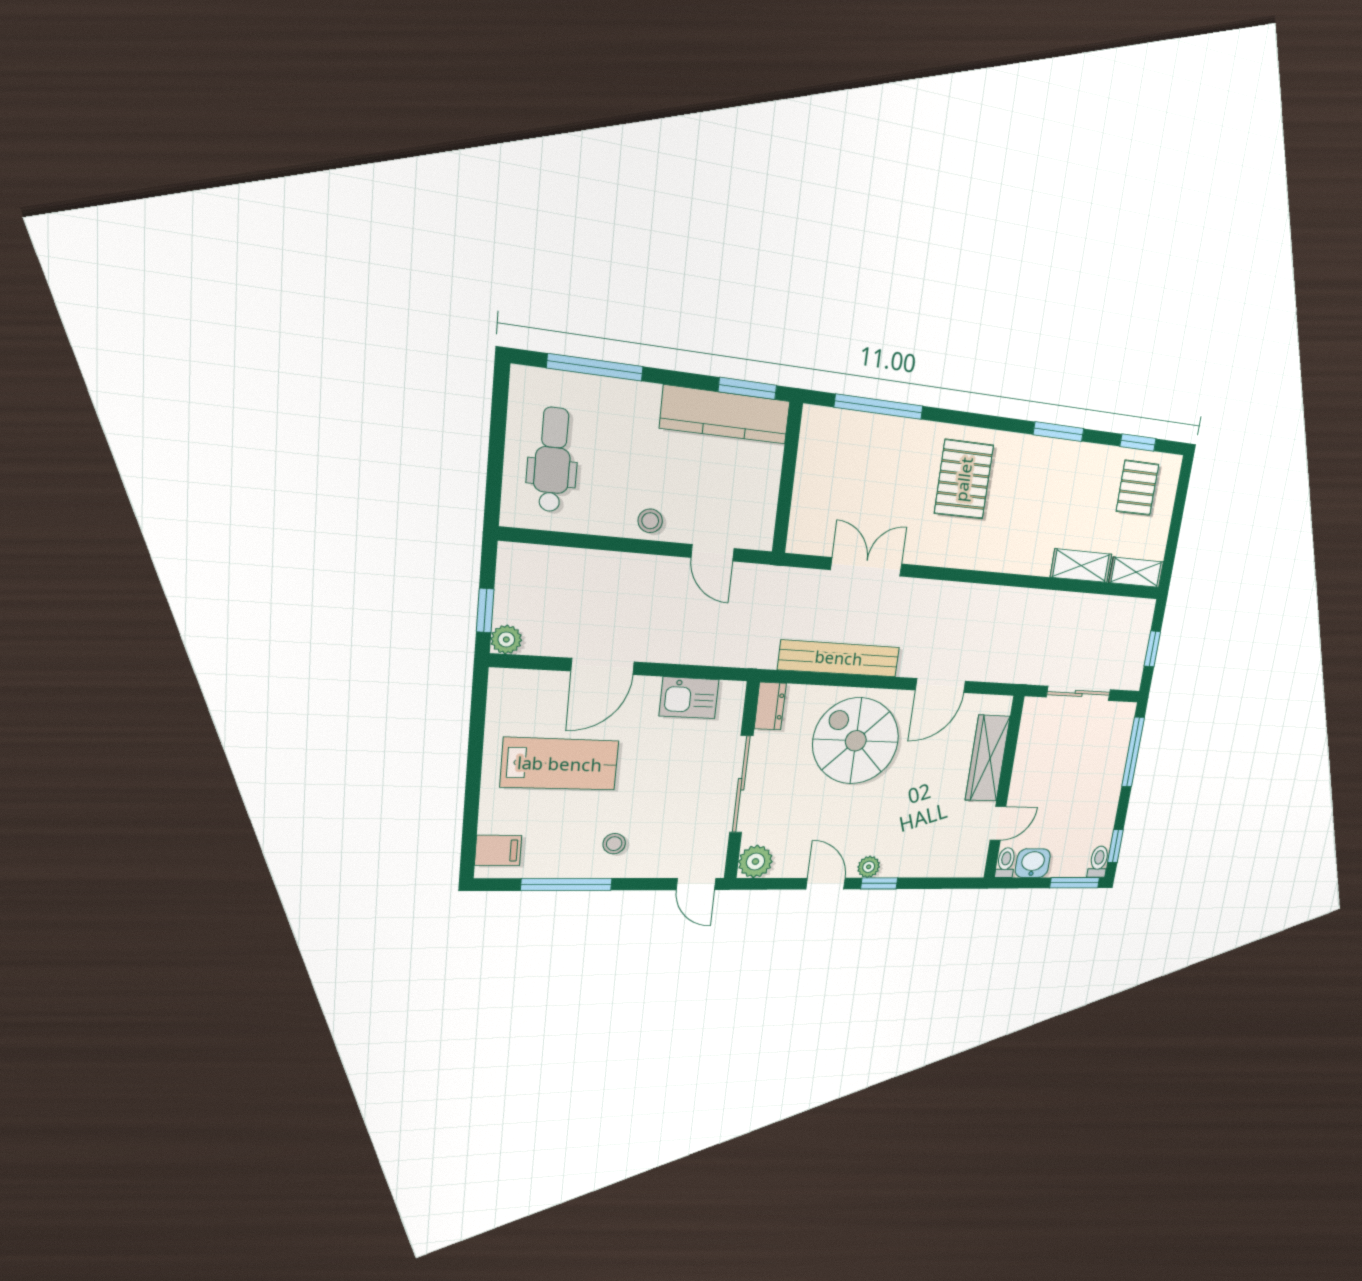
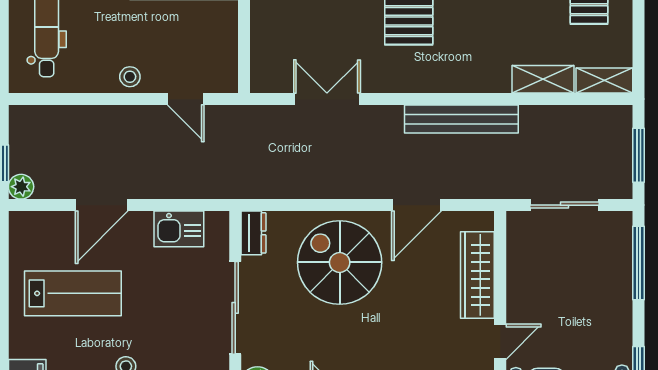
window: (1152, 649) -> (638, 155), width x1.50
bench: (839, 658) -> (461, 119), moved

